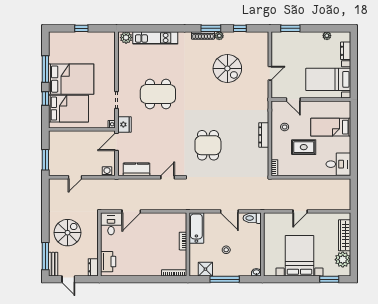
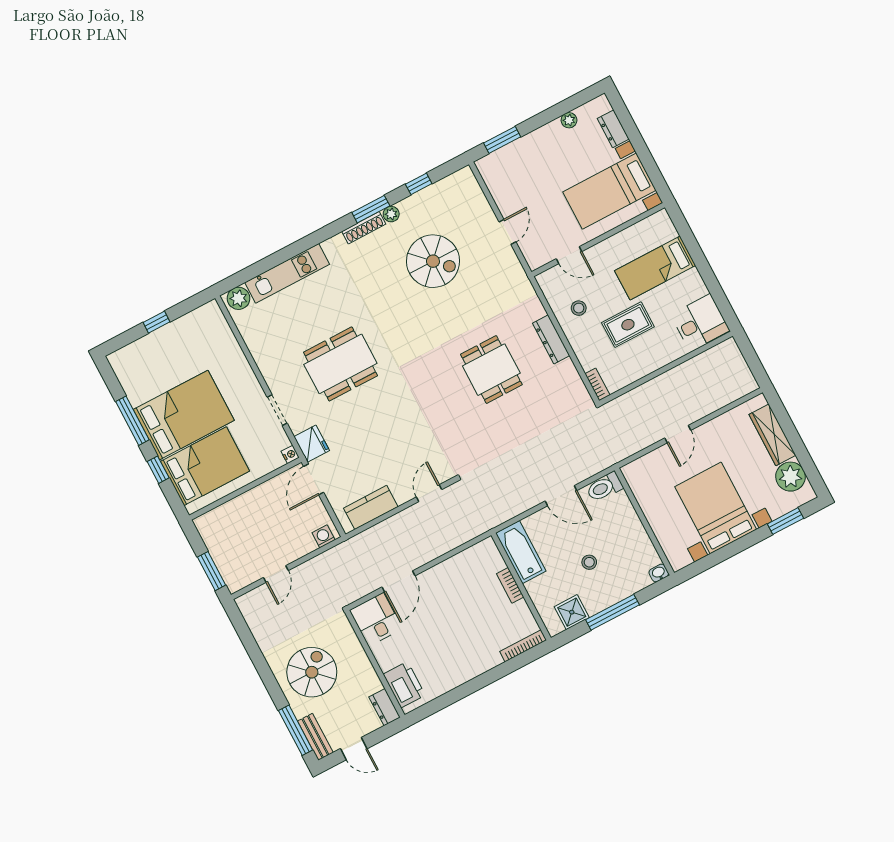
dining table: (208, 145) -> (491, 370), moved

